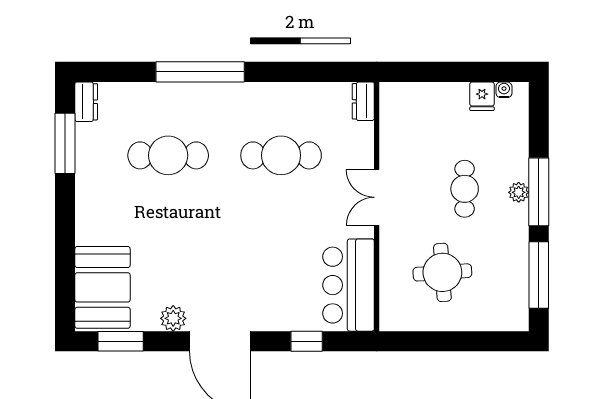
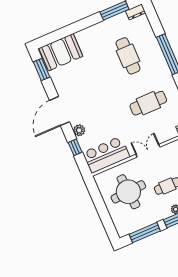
cafe table: (281, 155) -> (148, 103), turned 90
round table: (442, 272) -> (128, 192), width x1.36, depth x1.36
plant: (173, 318) -> (79, 130), moved

